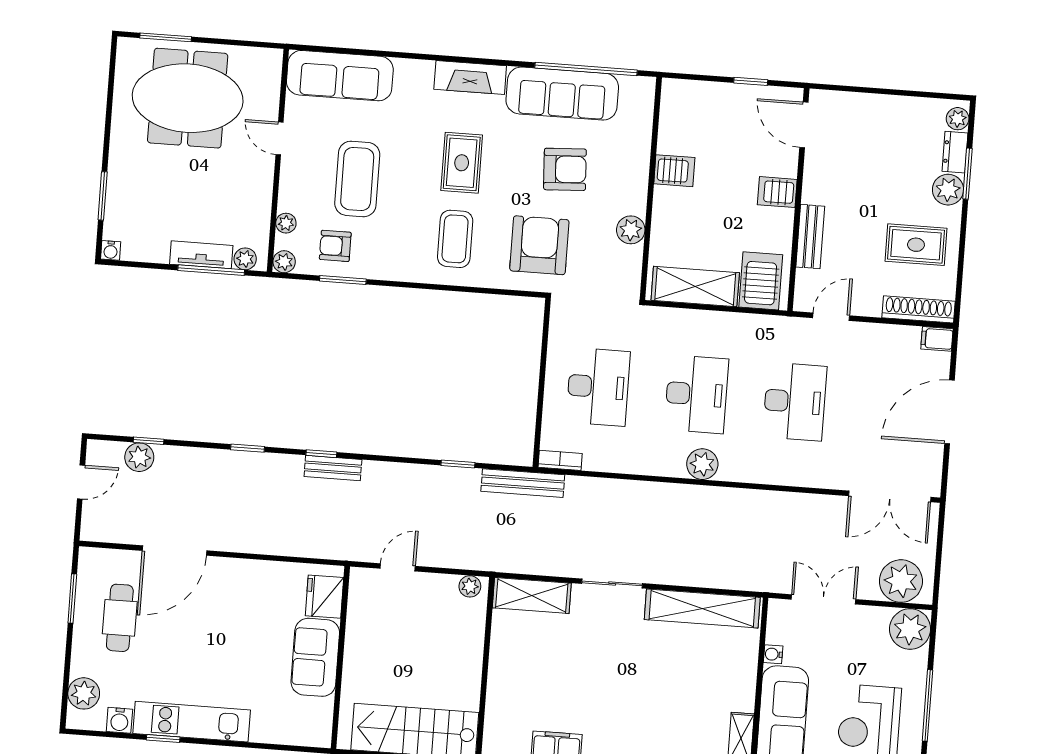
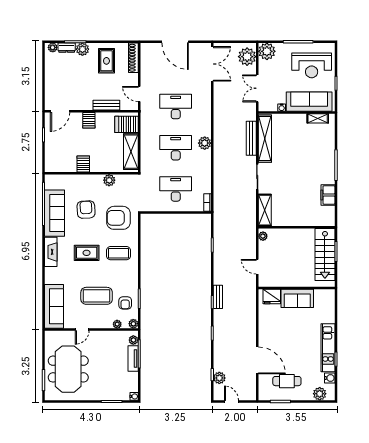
filing cabinet: (937, 339) -> (145, 49), removed
bench: (523, 483) -> (251, 138), moved

